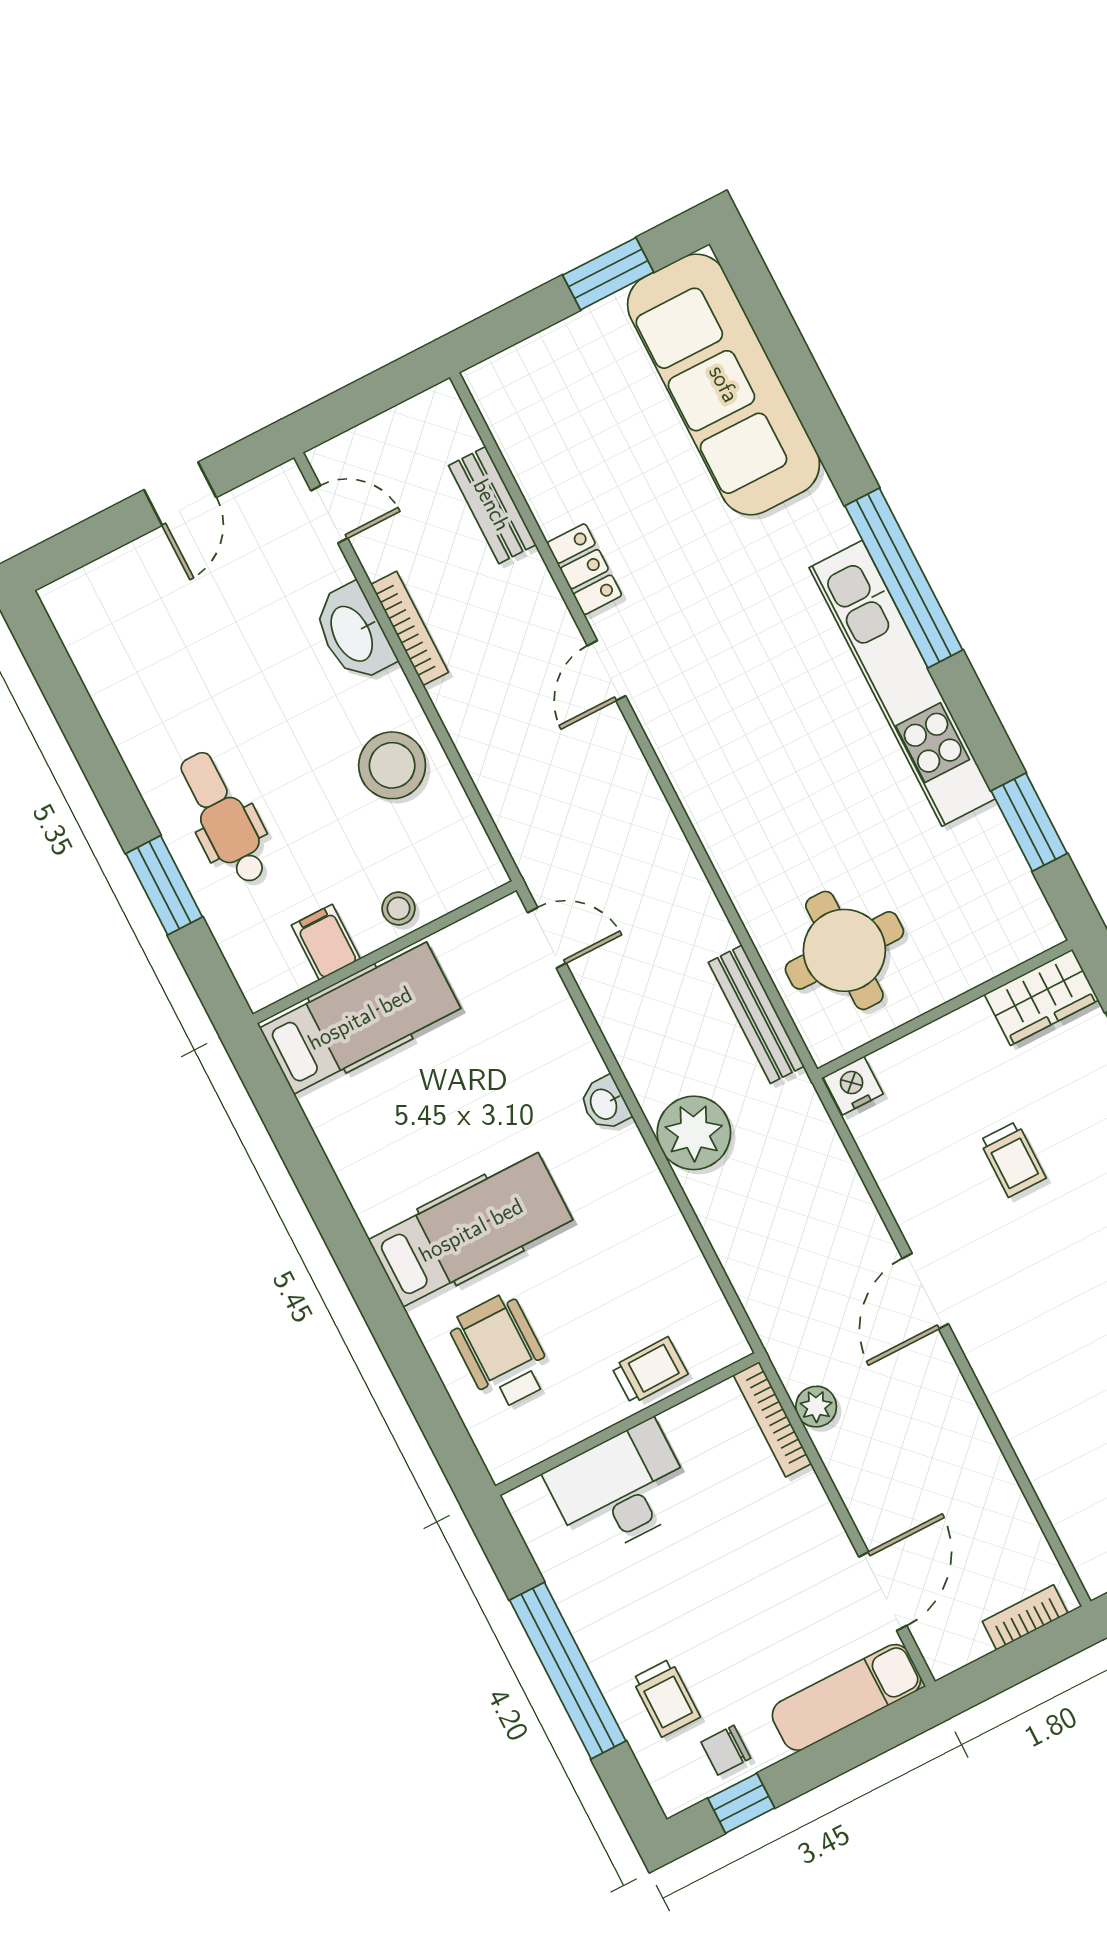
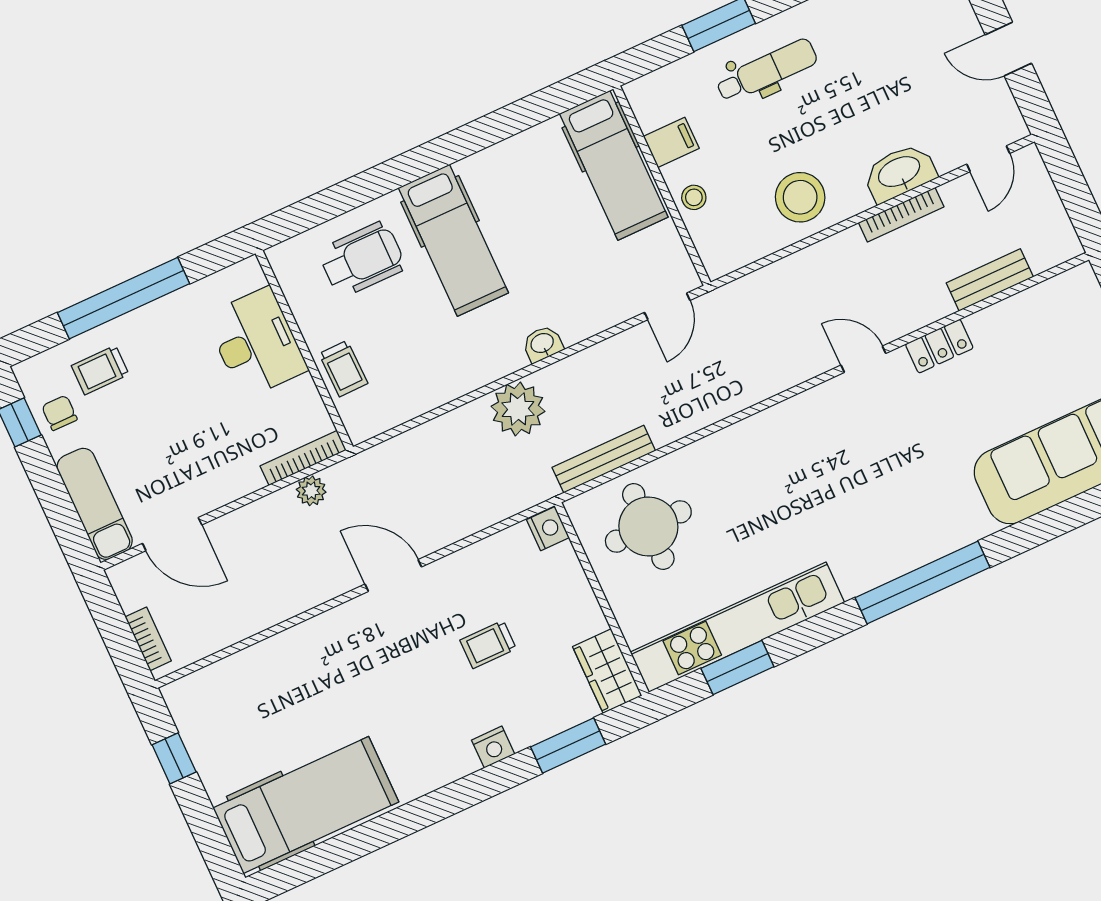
kitchen unit: (902, 683) -> (737, 627), moved

